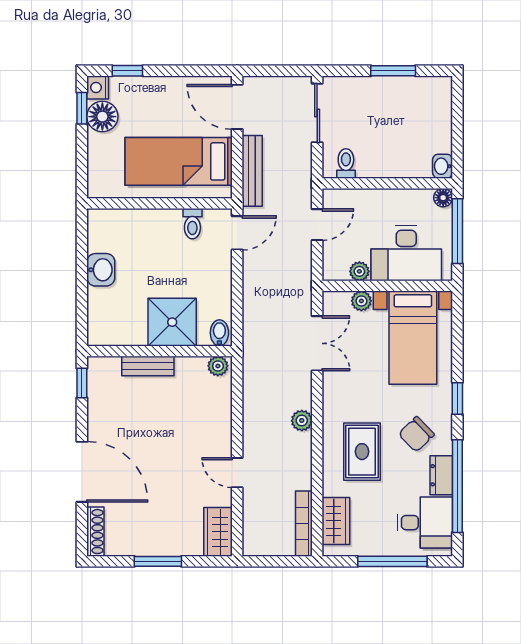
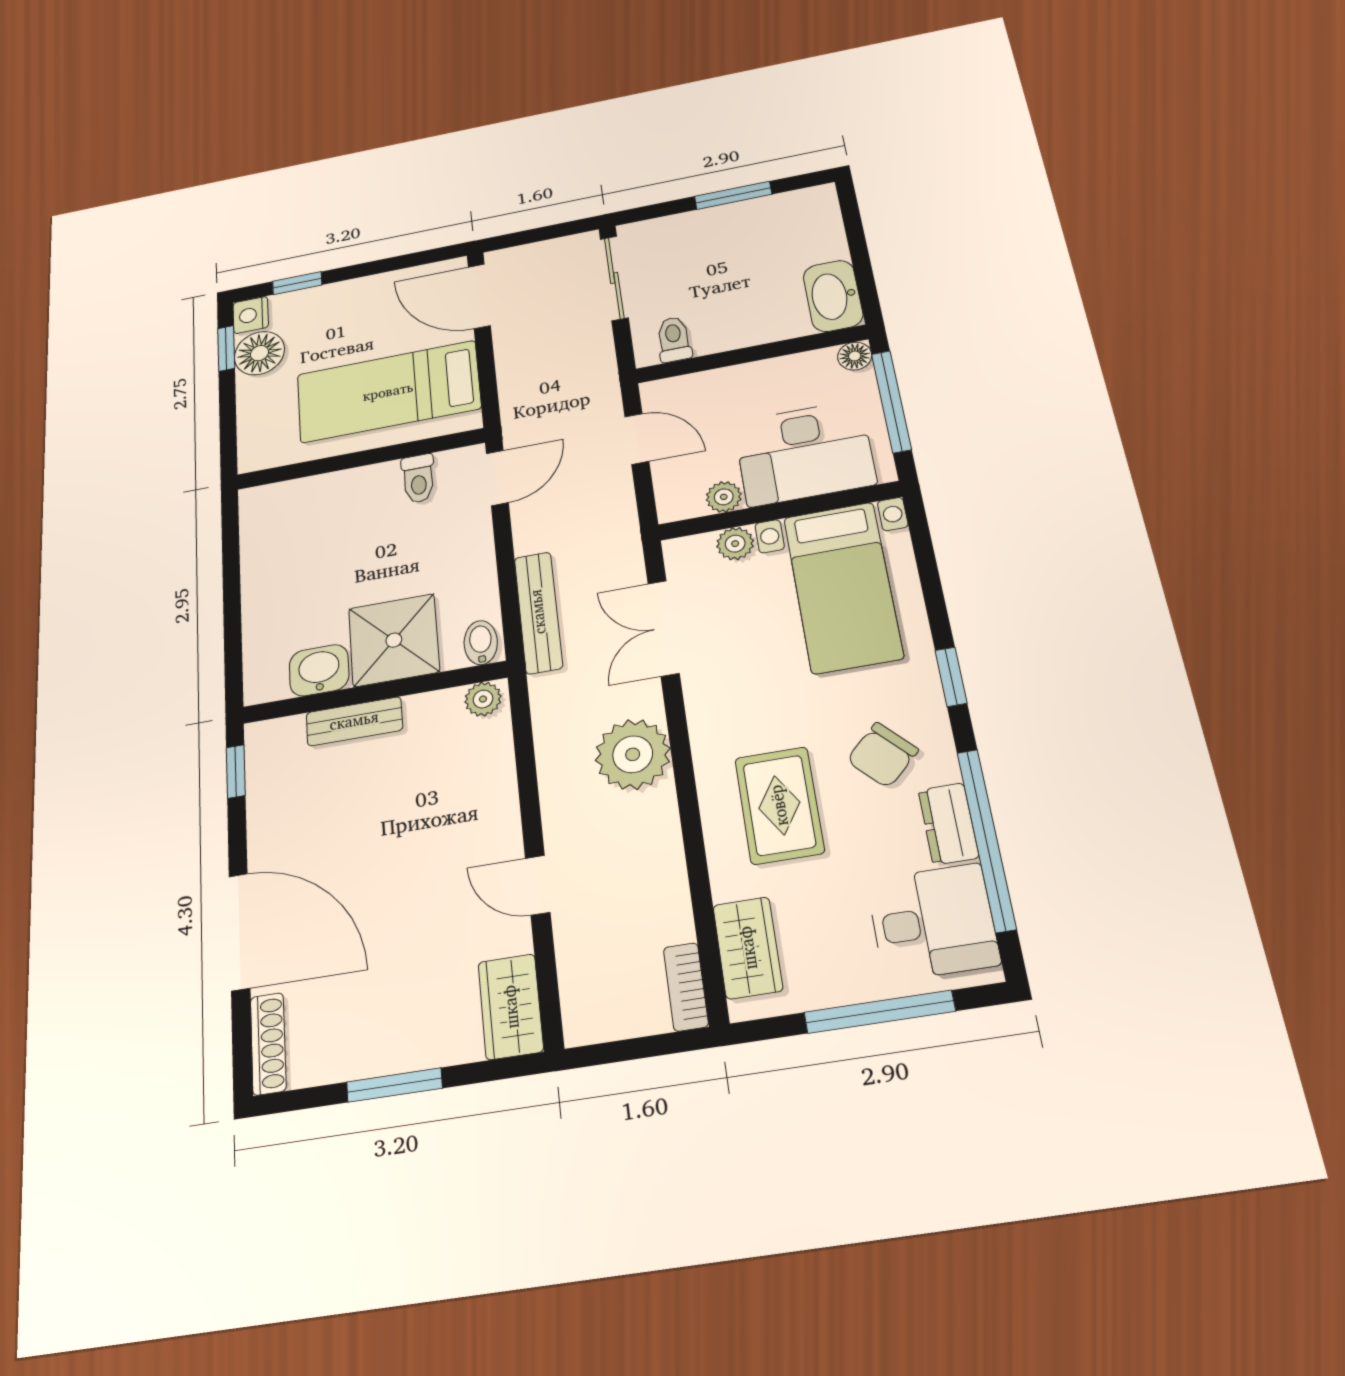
washbasin: (443, 166) -> (833, 296), width x1.91, depth x1.45
bench: (252, 171) -> (538, 612), moved
door: (317, 225) -> (637, 439), hinge flipped
washbasin: (101, 270) -> (319, 670), moved, turned -90
double door: (317, 343) -> (663, 628), swing flipped
plant: (302, 421) -> (633, 754), width x1.87, depth x1.87
bookcase: (304, 524) -> (686, 987), width x0.64

